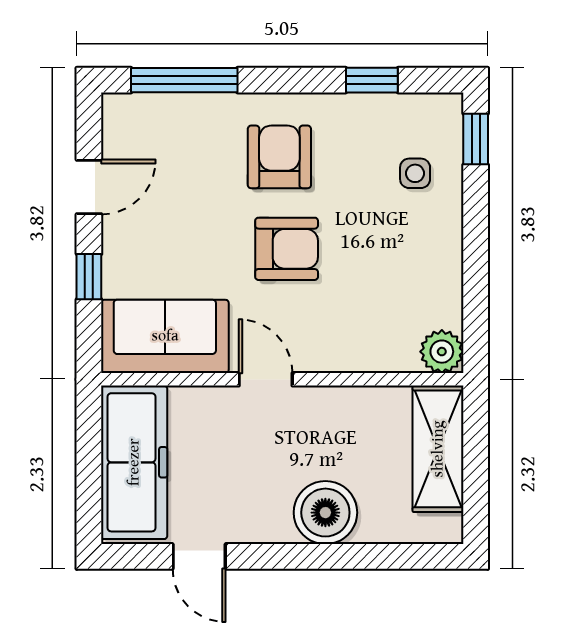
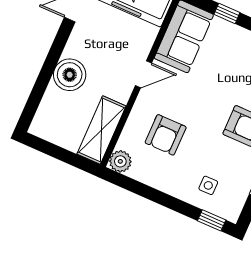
armchair: (287, 249) -> (166, 135), moved
shelving: (438, 449) -> (101, 130), moved, turned 90

